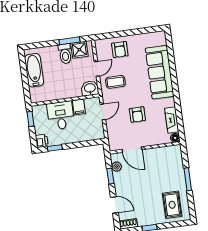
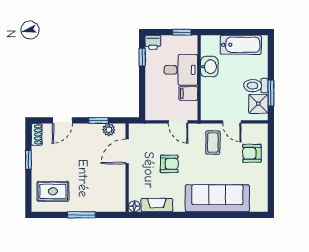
washbasin: (90, 88) -> (209, 67), moved
armchair: (137, 115) -> (169, 164), turned 180

